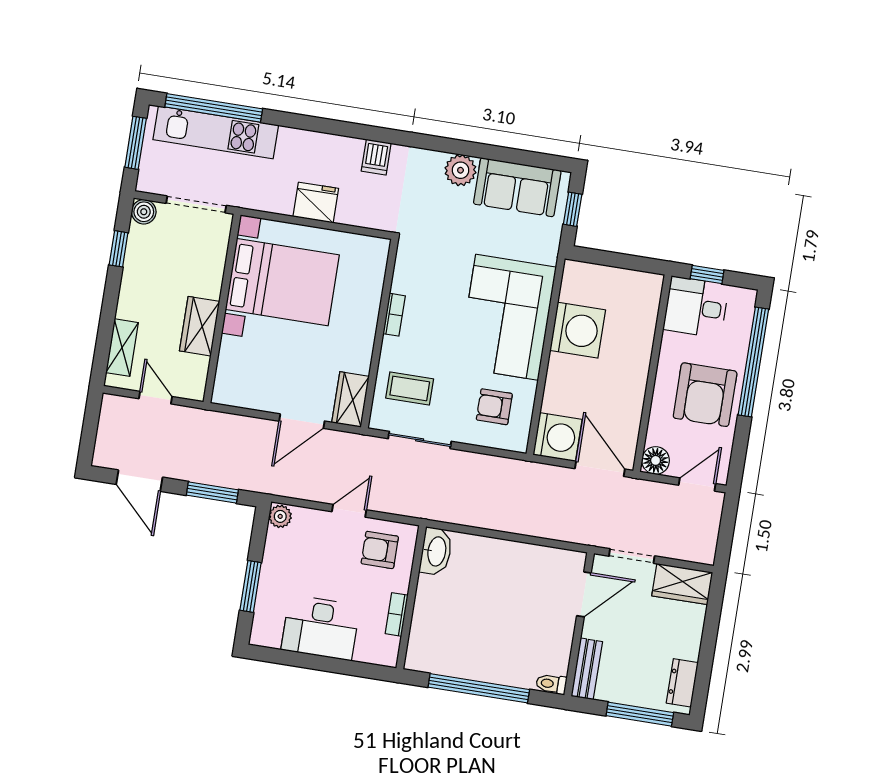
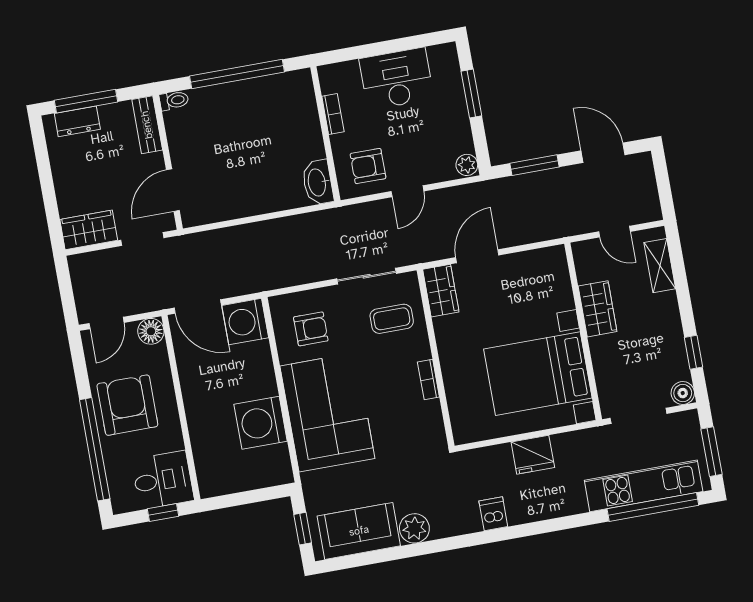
armchair: (380, 550) -> (368, 166), turned 180
dresser: (682, 683) -> (77, 121), moved, turned 90

